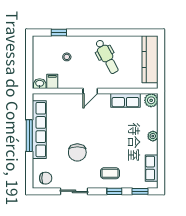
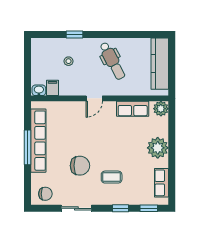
window: (59, 32) -> (75, 34), moved
plant: (153, 136) -> (158, 148), width x1.87, depth x1.87
chair: (77, 152) -> (80, 166), turned -90
coffee table: (110, 173) -> (112, 177), moved

